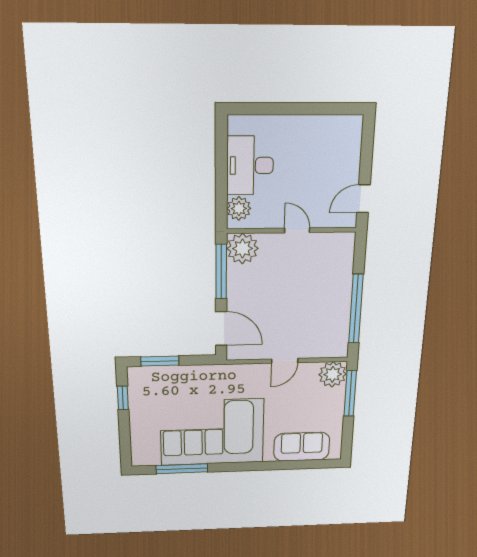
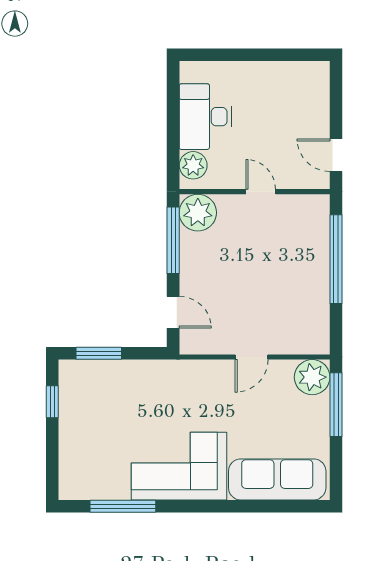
door: (363, 199) -> (336, 155), hinge flipped
window: (356, 309) -> (336, 259), moved
door: (221, 328) -> (173, 312), width x0.73
corner sofa: (212, 432) -> (179, 466), width x0.73, depth x0.74
sofa: (302, 447) -> (277, 479), width x1.36

